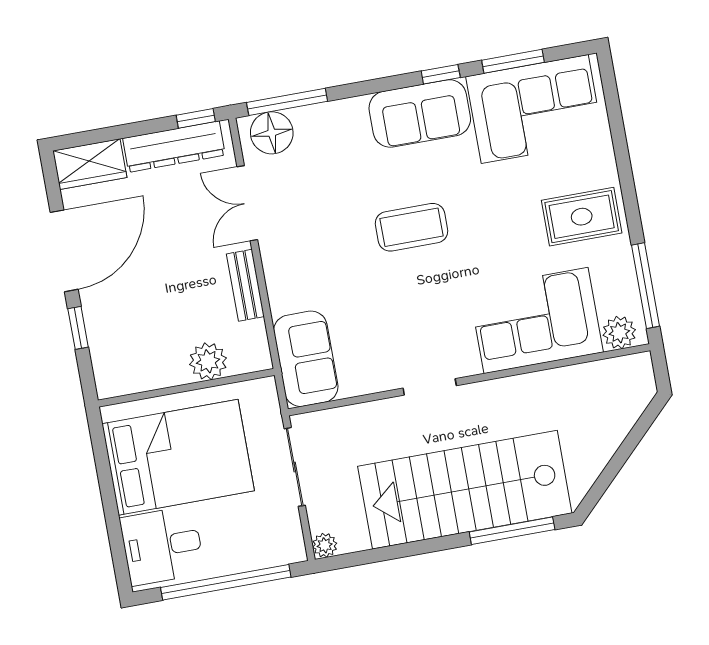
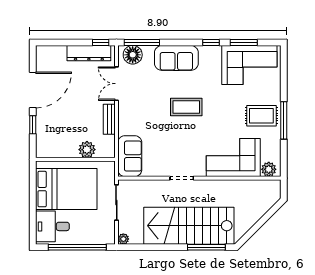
sofa: (420, 113) -> (176, 58), moved
wardrobe: (90, 164) -> (51, 54), removed
window: (645, 286) -> (284, 120), moved

